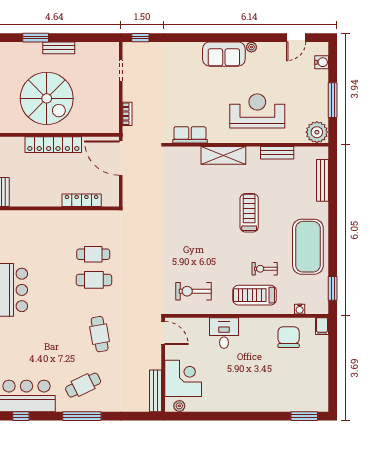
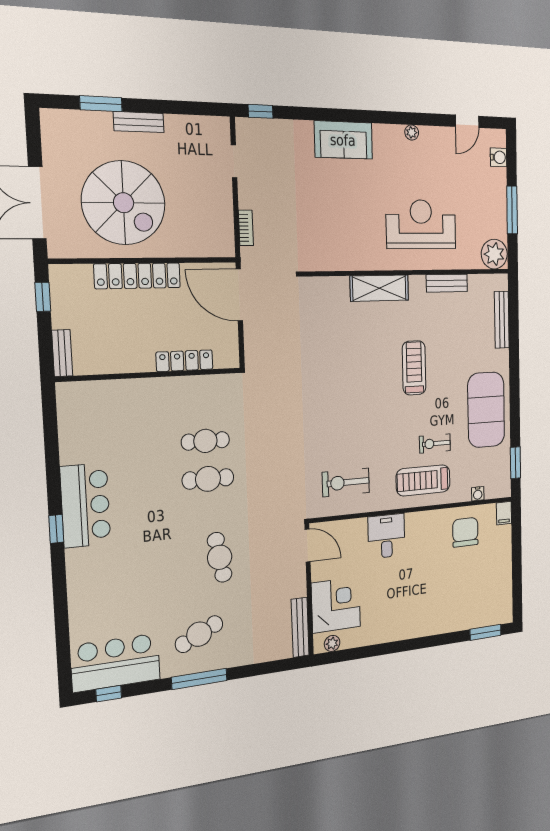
sofa: (224, 54) -> (343, 140), moved
row of seats: (190, 135) -> (334, 259), removed

